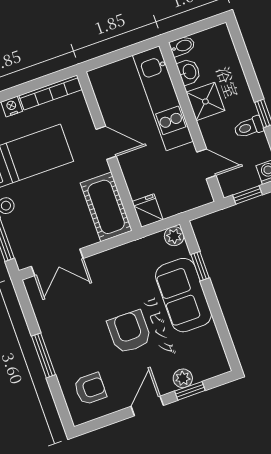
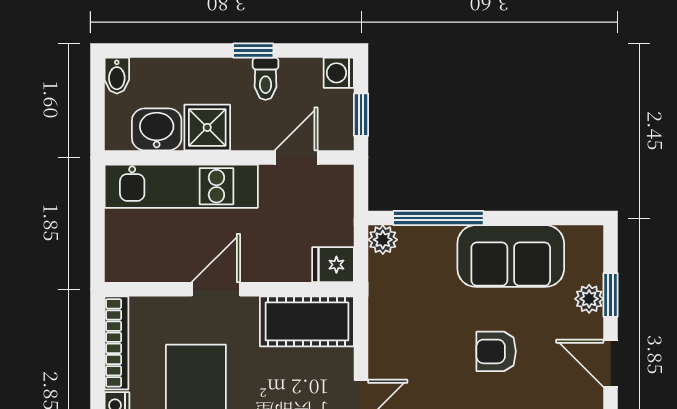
bidet: (182, 46) -> (117, 76), moved, turned 180
washbasin: (189, 72) -> (157, 129), width x1.38, depth x1.45
window: (200, 266) -> (438, 218), width x2.17
sofa: (183, 295) -> (511, 256), moved
armchair: (129, 332) -> (496, 351), width x0.72, depth x0.72

